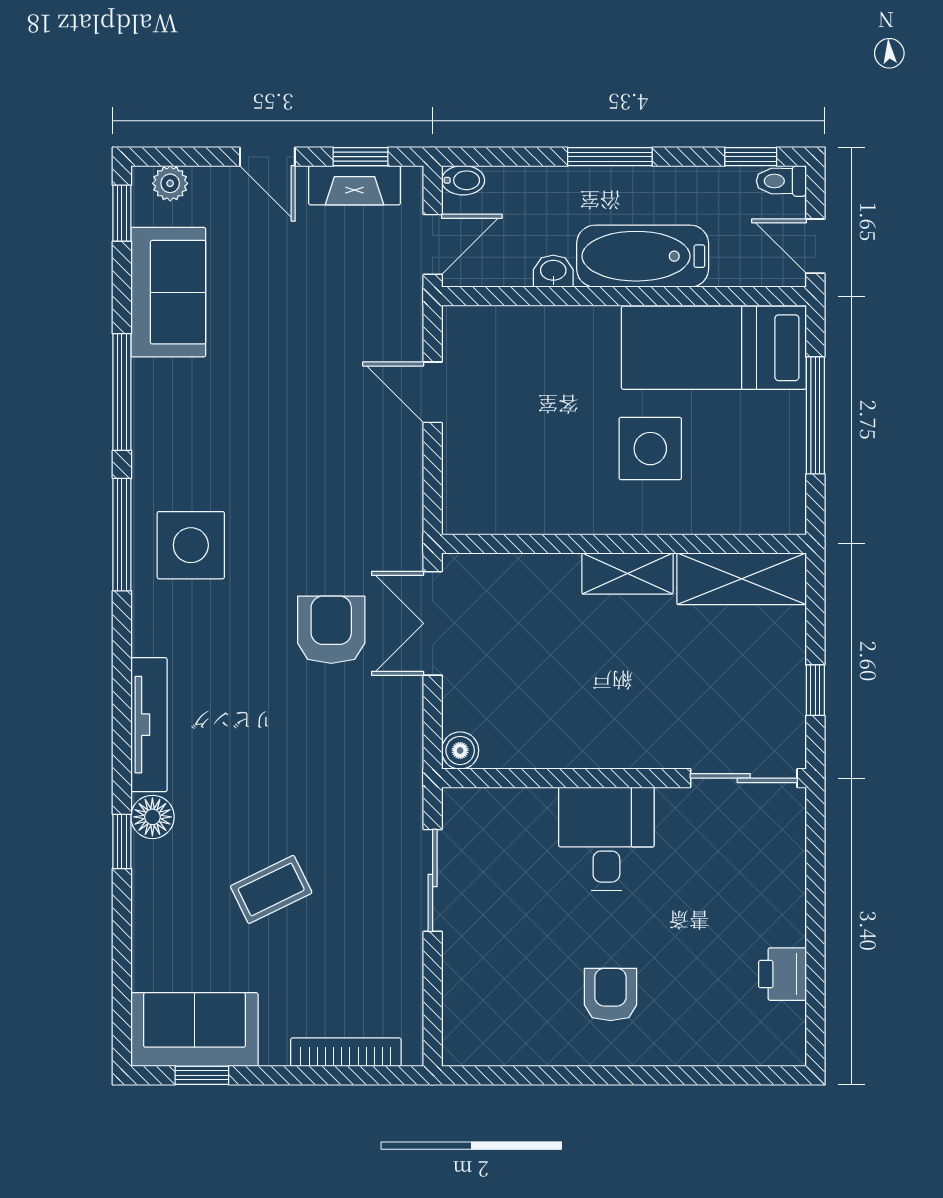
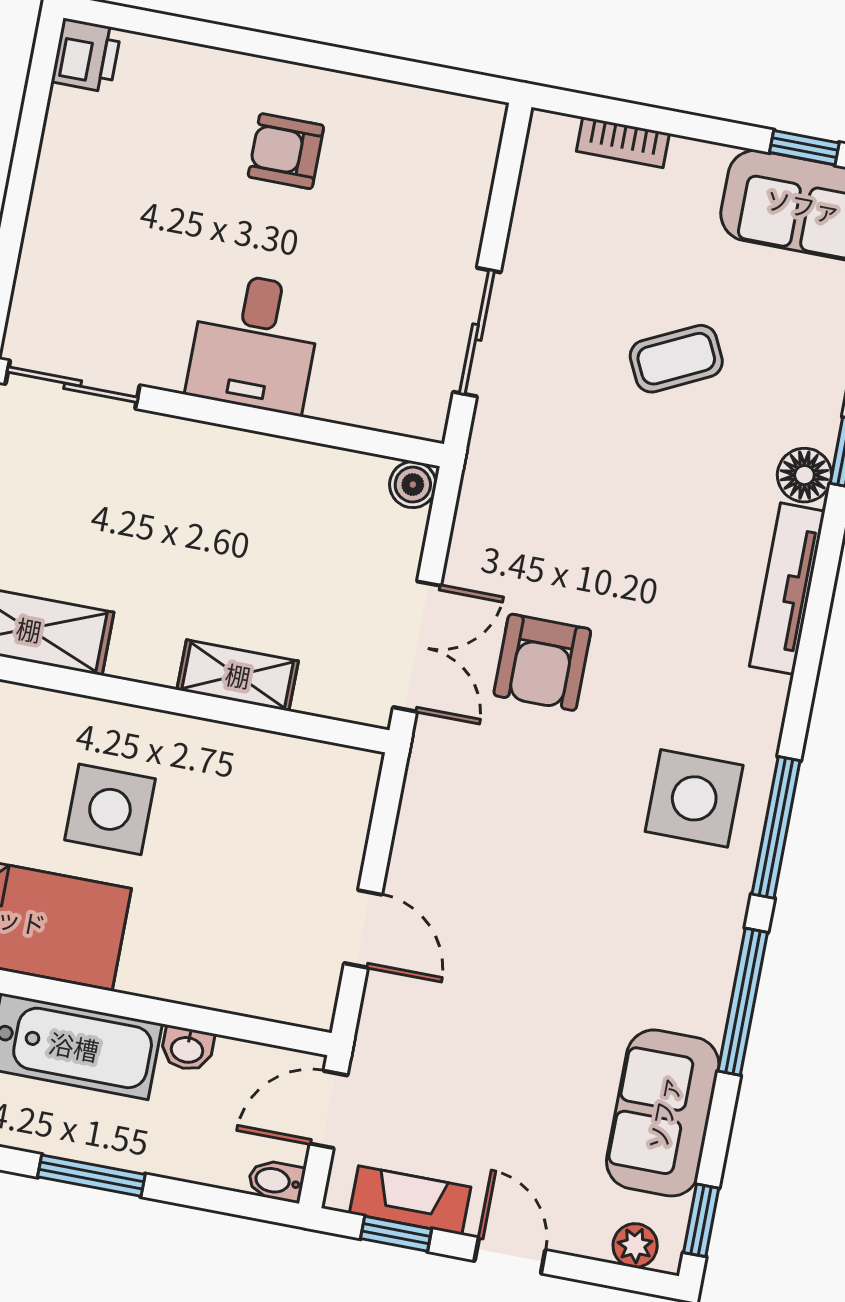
shelving: (628, 573) -> (238, 675), moved
printer: (782, 974) -> (86, 55), moved
armchair: (610, 995) -> (286, 151), turned 90
bookcase: (346, 1052) -> (623, 142), width x0.64

